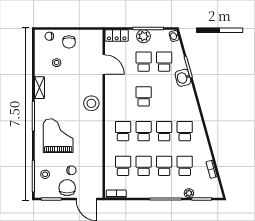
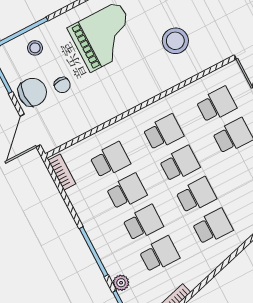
school desk: (123, 96) -> (216, 105), added
stool: (91, 103) -> (175, 41), moved

